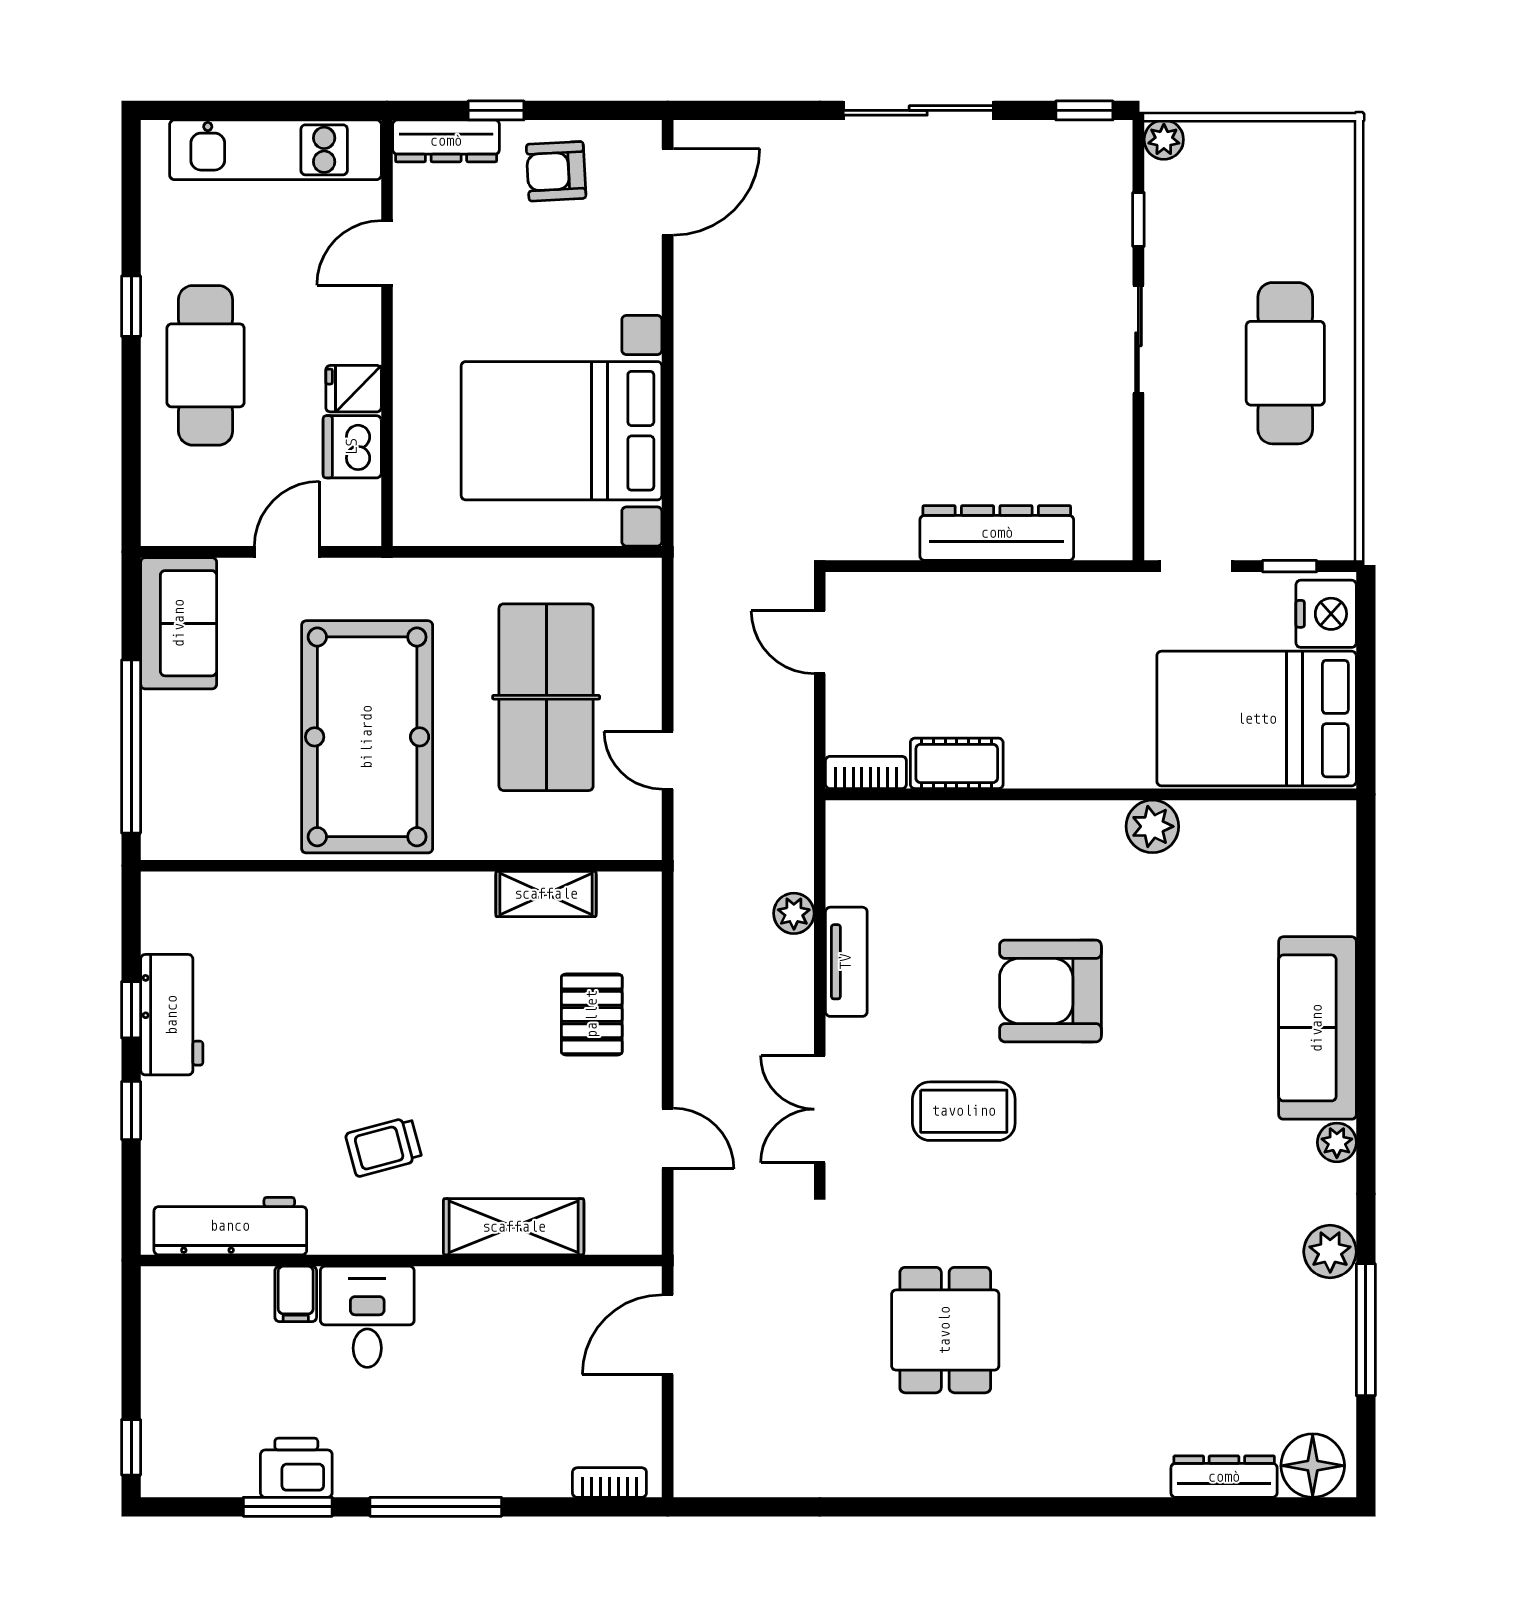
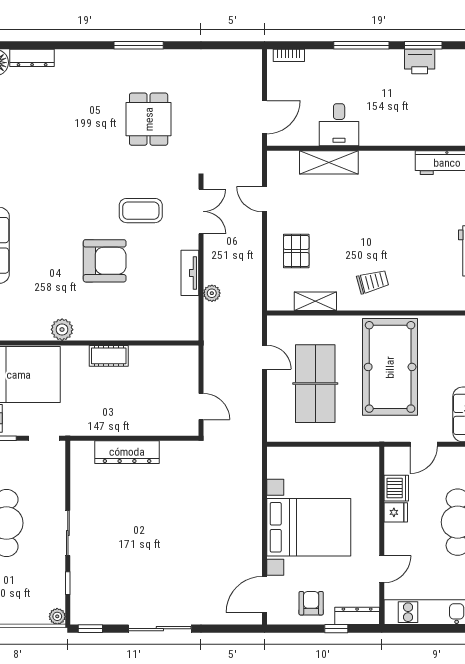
armchair: (556, 171) -> (311, 603), turned -87
bed with nightstands: (562, 431) -> (309, 527), moved
cot: (957, 763) -> (109, 356), moved
bookcase: (866, 772) -> (182, 352), removed
trolley: (384, 1147) -> (373, 282), moved
filing cabinet: (296, 1294) -> (420, 134), removed
desk: (367, 1317) -> (339, 125), moved
window: (969, 1507) -> (139, 45), added

